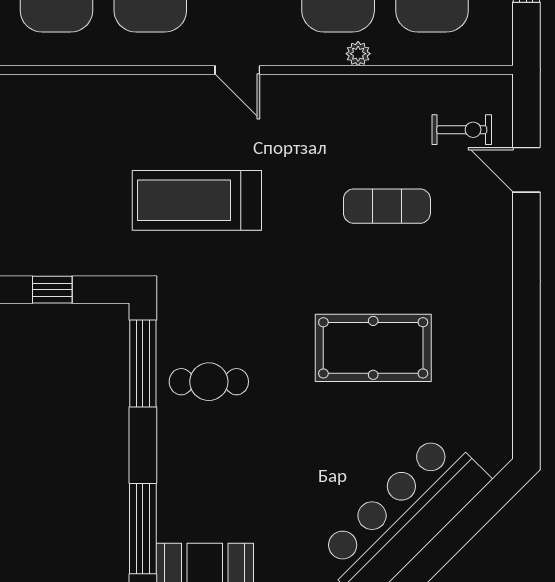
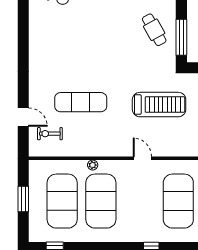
exercise mat: (387, 206) -> (81, 102), width x1.36, depth x1.45
pool table: (373, 348) -> (86, 44), removed
cafe table: (209, 382) -> (154, 30), turned 61

